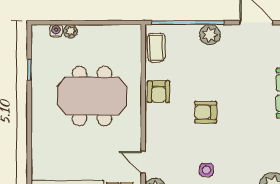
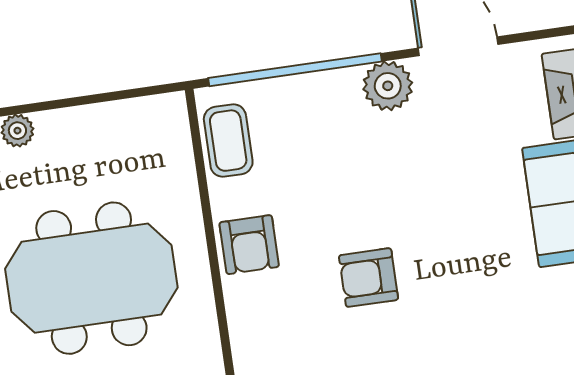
plant: (210, 35) -> (388, 86), moved

